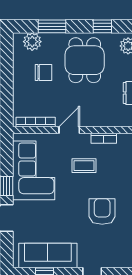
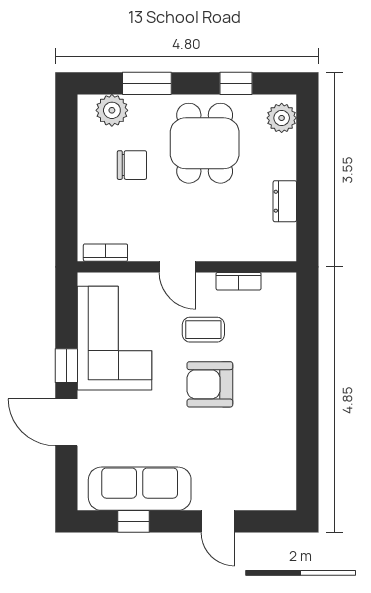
bookcase: (36, 122) -> (105, 253), width x0.64
door: (69, 130) -> (177, 267), swing flipped
armchair: (102, 212) -> (210, 384), moved, turned -90

